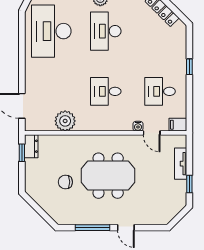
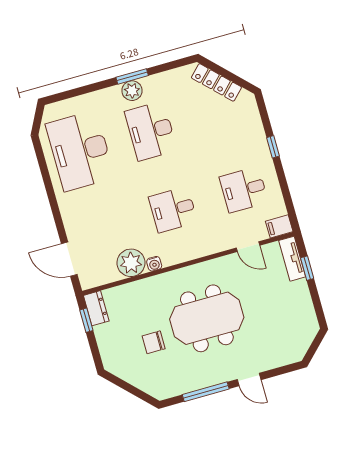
water cooler: (138, 126) -> (154, 264), moved
tv unit: (181, 164) -> (292, 259), moved
window: (189, 184) -> (307, 268), moved

